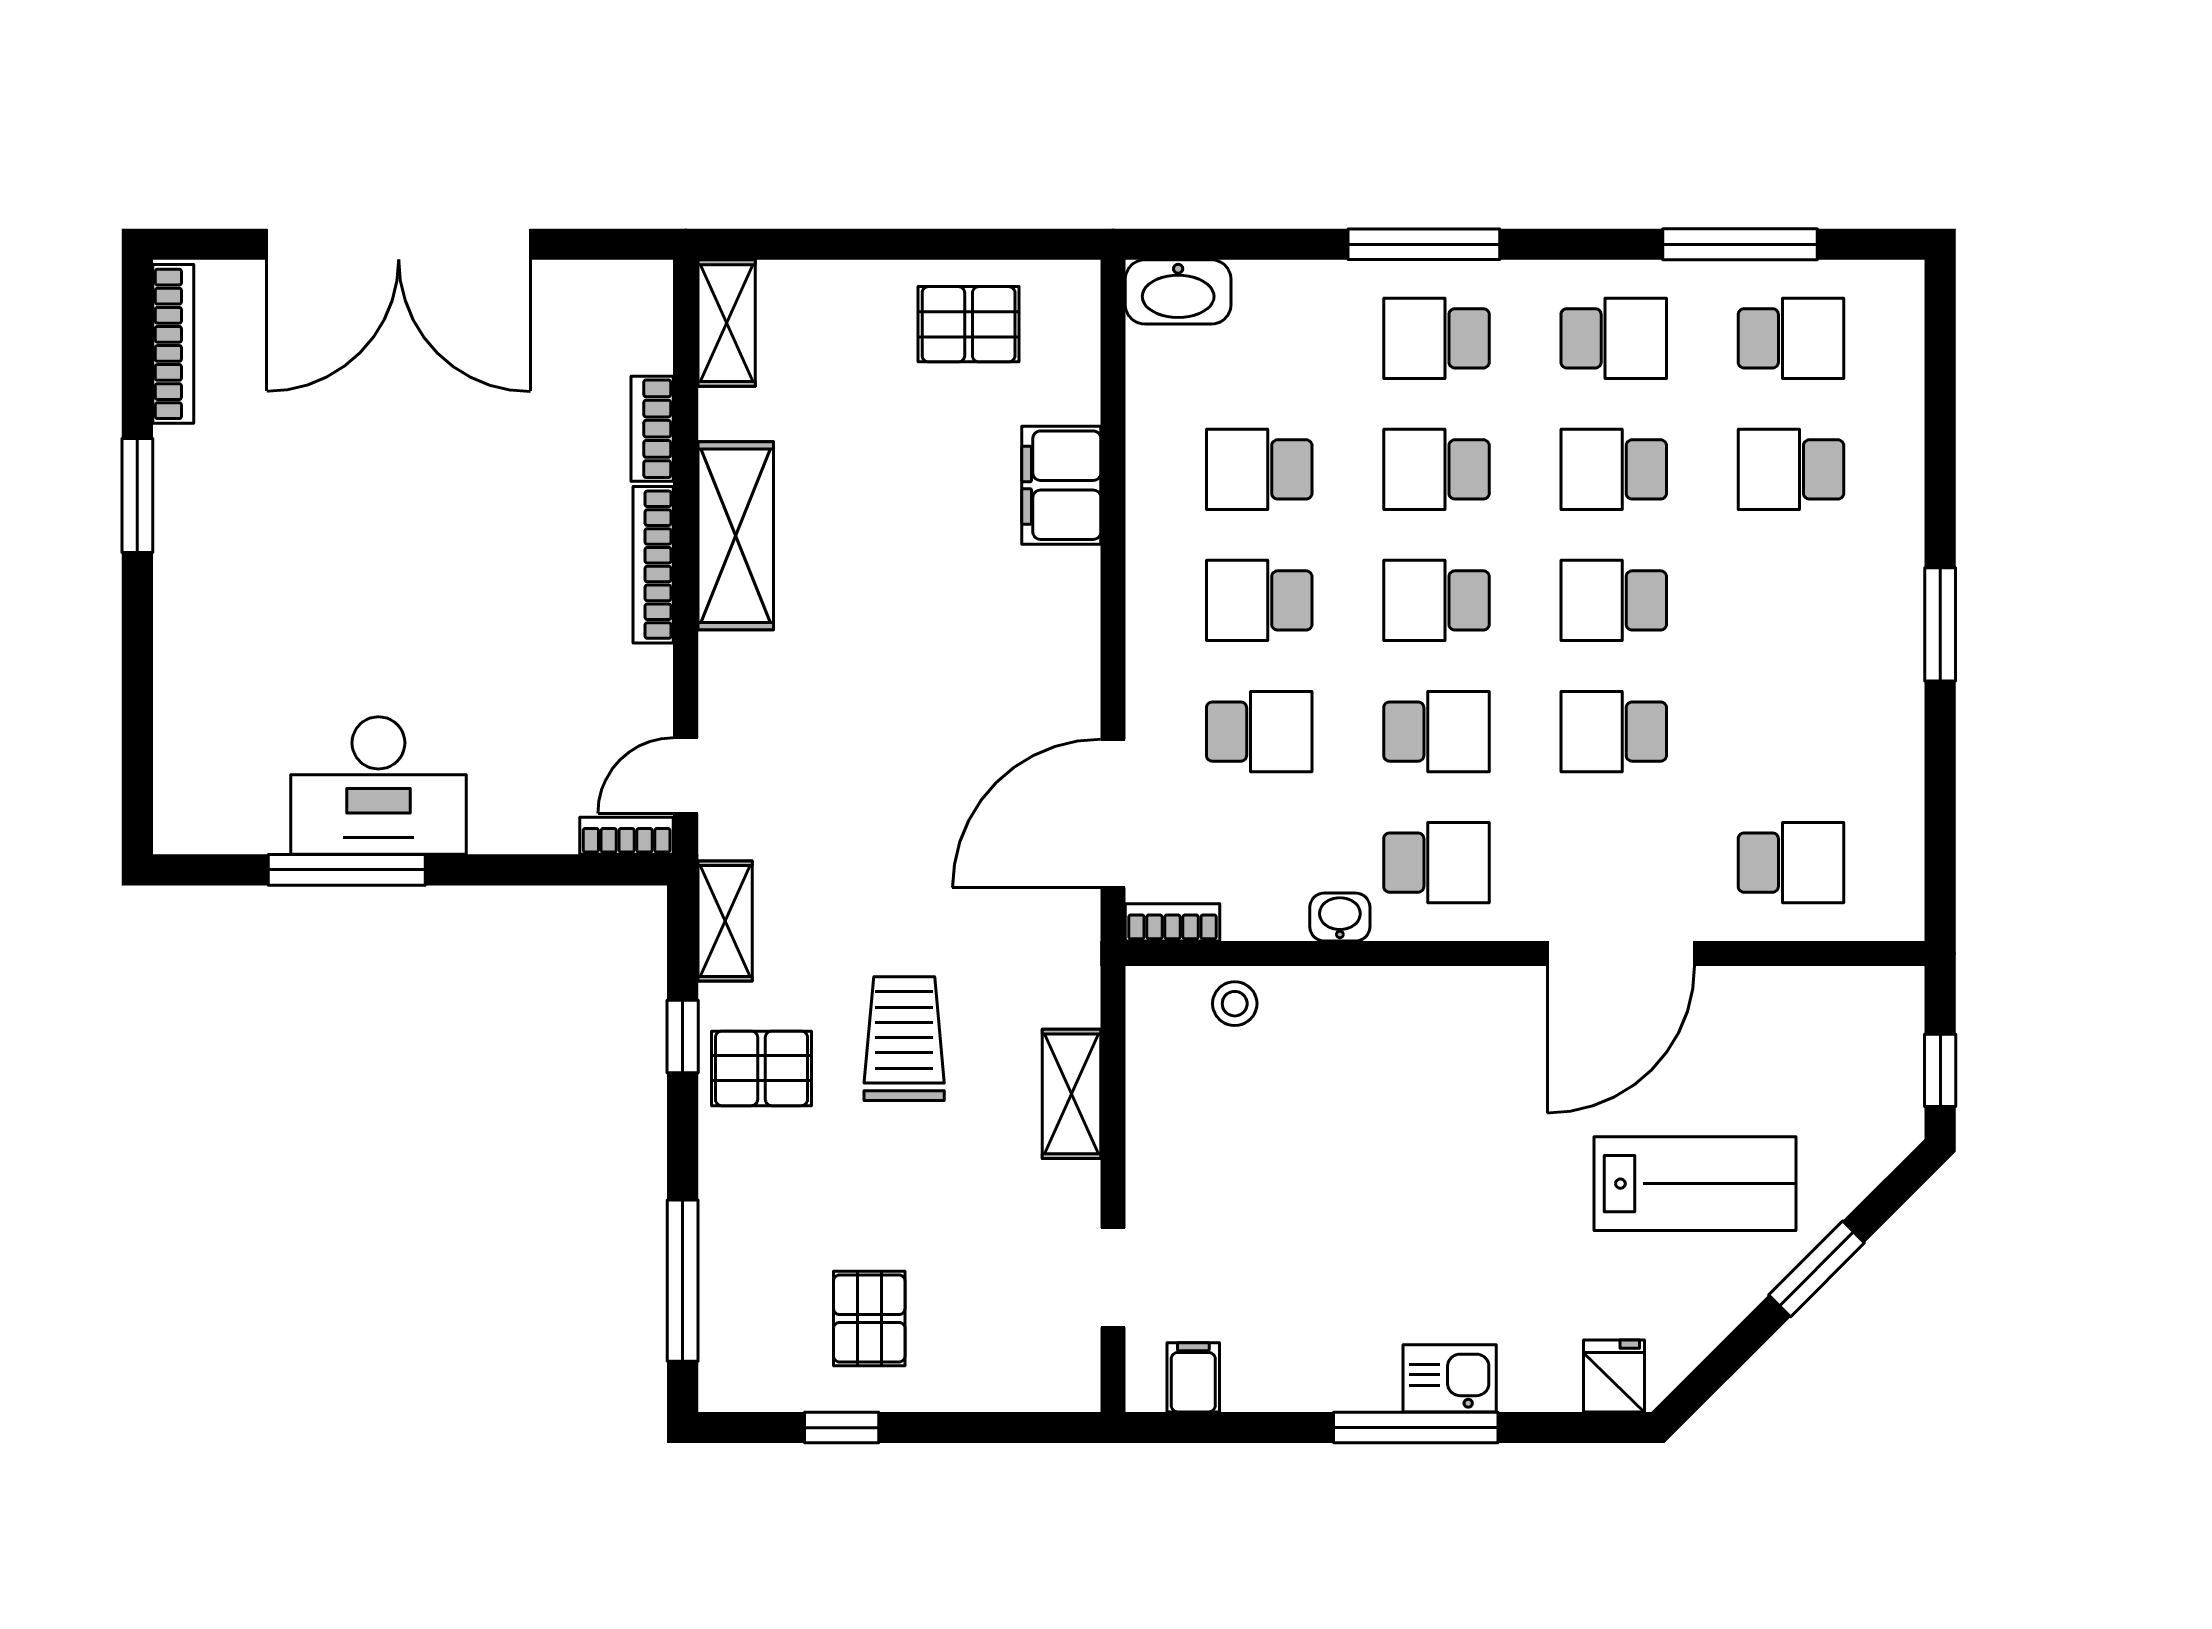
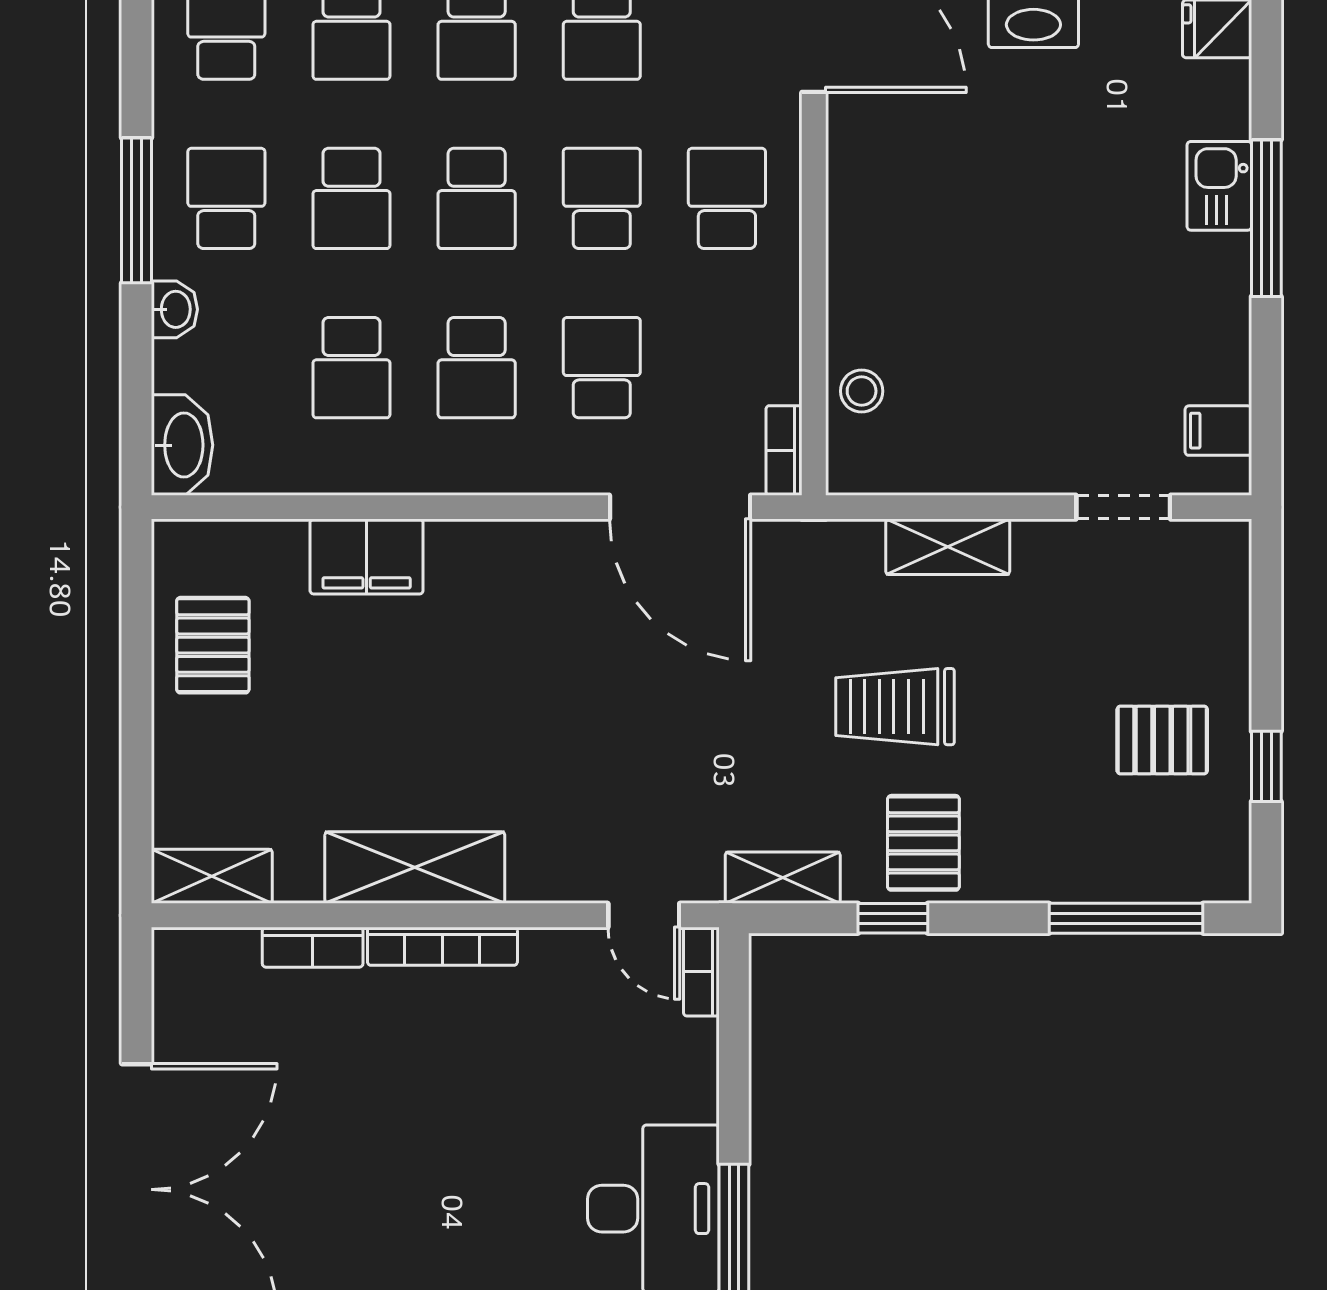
school desk: (1436, 338) -> (226, 198), turned 180
washbasin: (1340, 917) -> (174, 309), moved, turned 180

